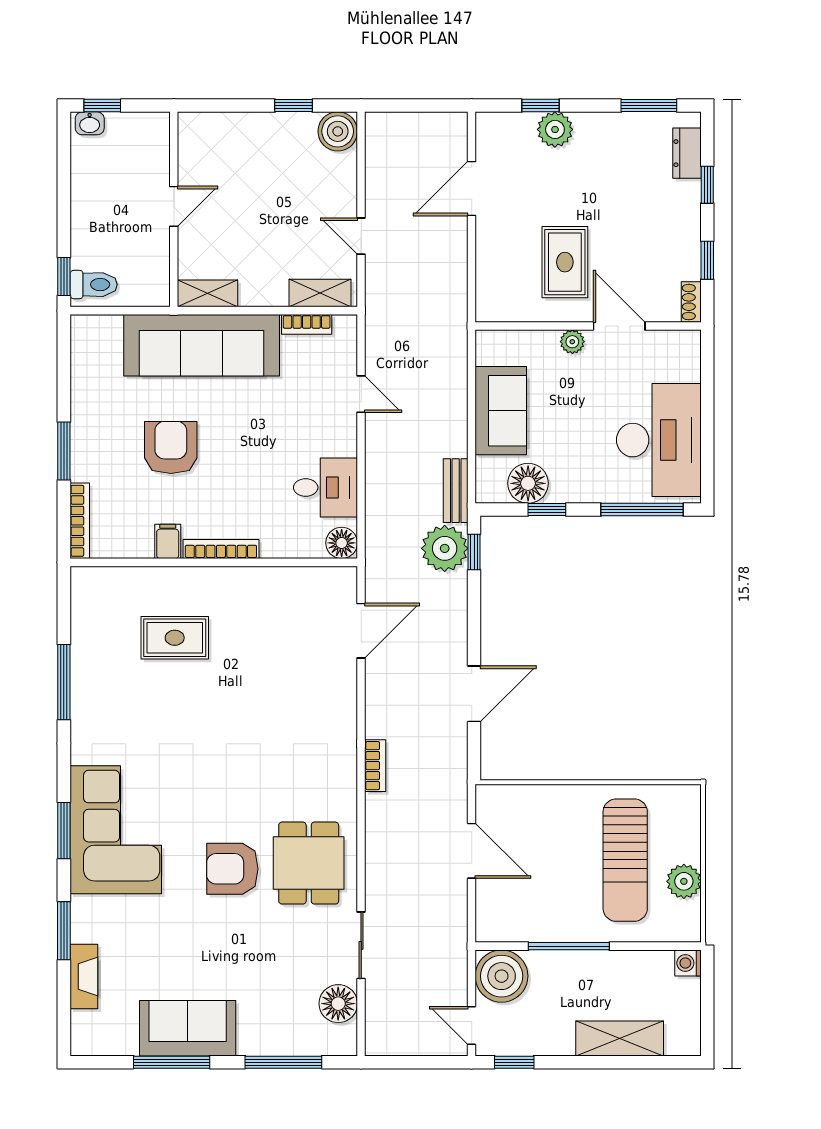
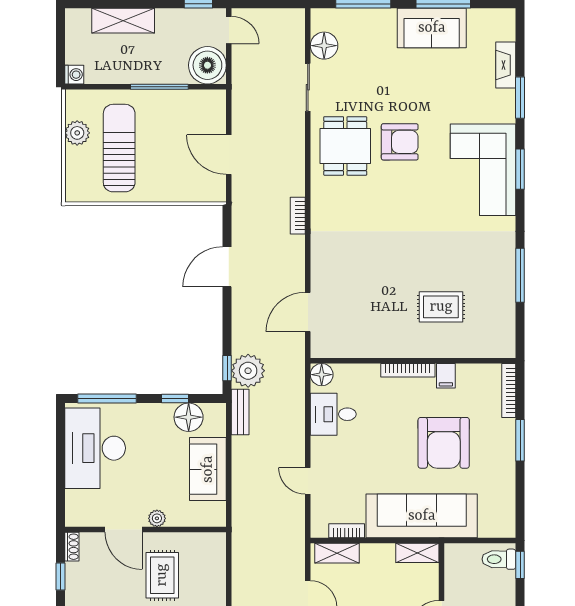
armchair: (171, 447) -> (444, 443), width x1.36, depth x1.36

